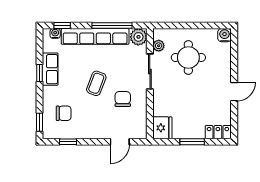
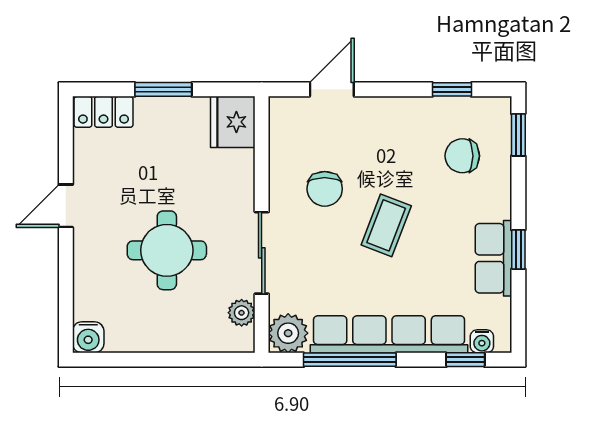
round table: (188, 57) -> (167, 250), moved

